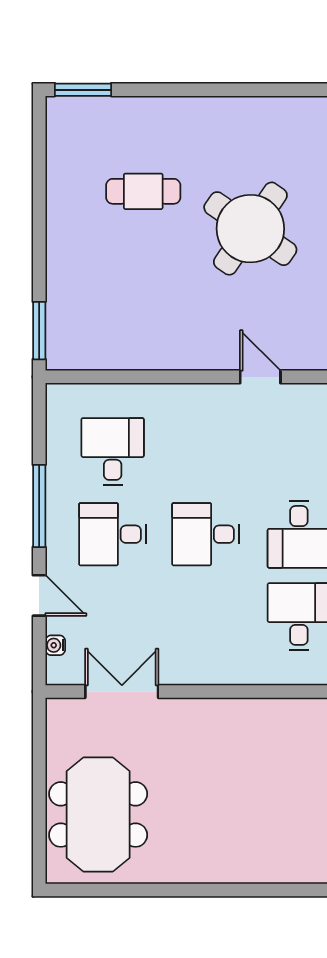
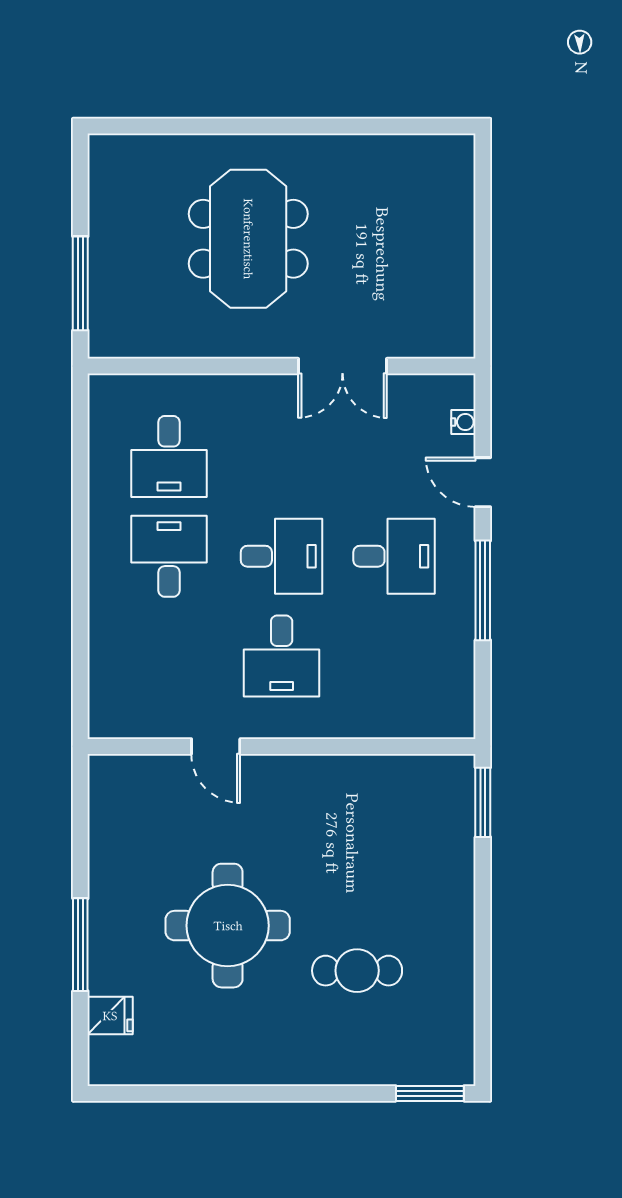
round table: (250, 229) -> (228, 926), turned -35
desk: (113, 452) -> (282, 656), moved
double door: (122, 692) -> (342, 366), moved
meeting table: (98, 814) -> (248, 239), moved

